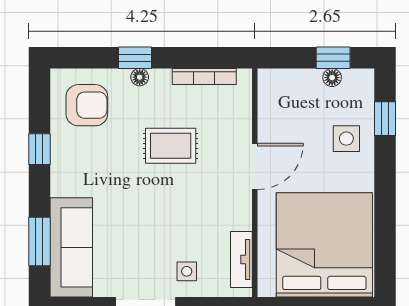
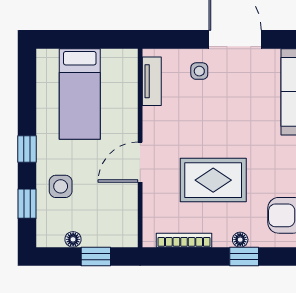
window: (333, 58) -> (96, 256), moved
rug: (171, 146) -> (213, 180), width x1.36, depth x1.43
window: (385, 182) -> (27, 149), added
bed: (324, 245) -> (80, 94), width x0.49

